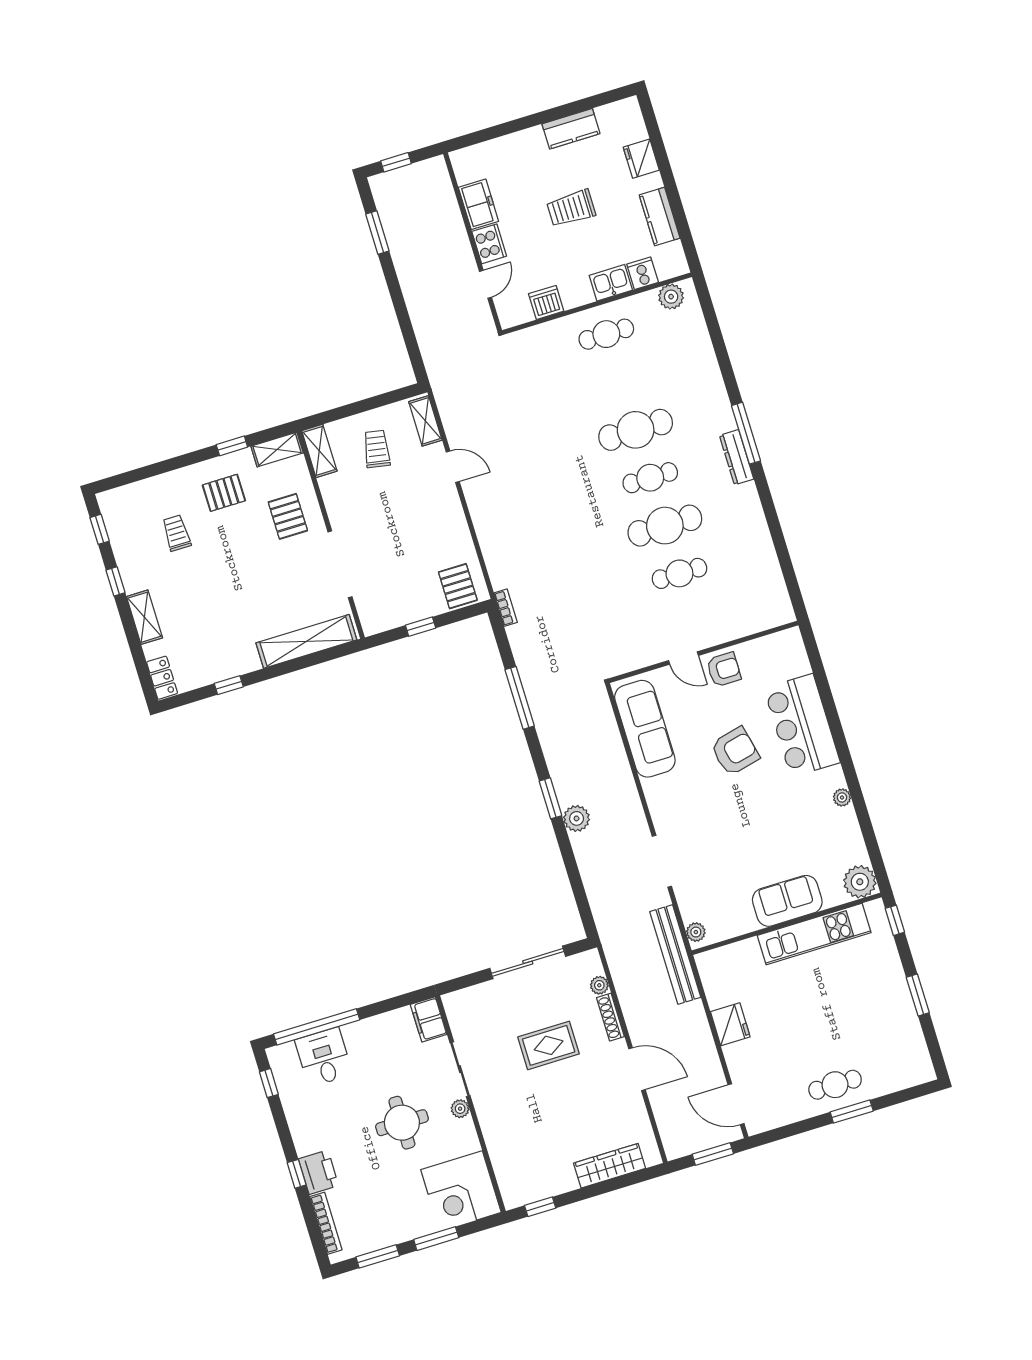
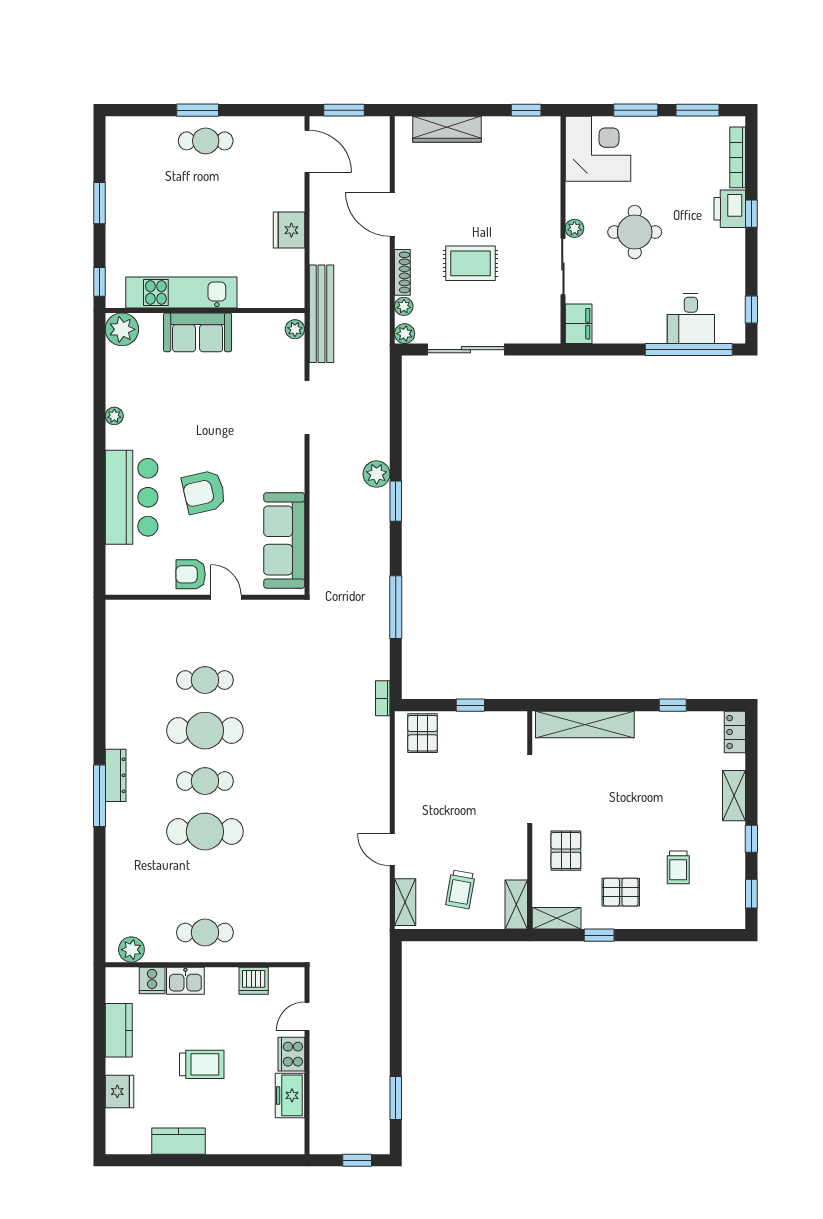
plant: (591, 960) -> (405, 334), added

